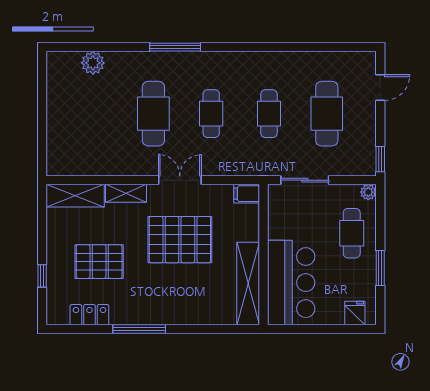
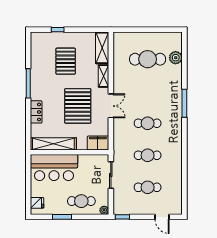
cafe table: (153, 114) -> (148, 59), moved
cafe table: (327, 114) -> (148, 187), width x0.73, depth x0.74
filing cabinet: (247, 194) -> (98, 143), width x2.00
locker: (89, 315) -> (36, 112), moved

